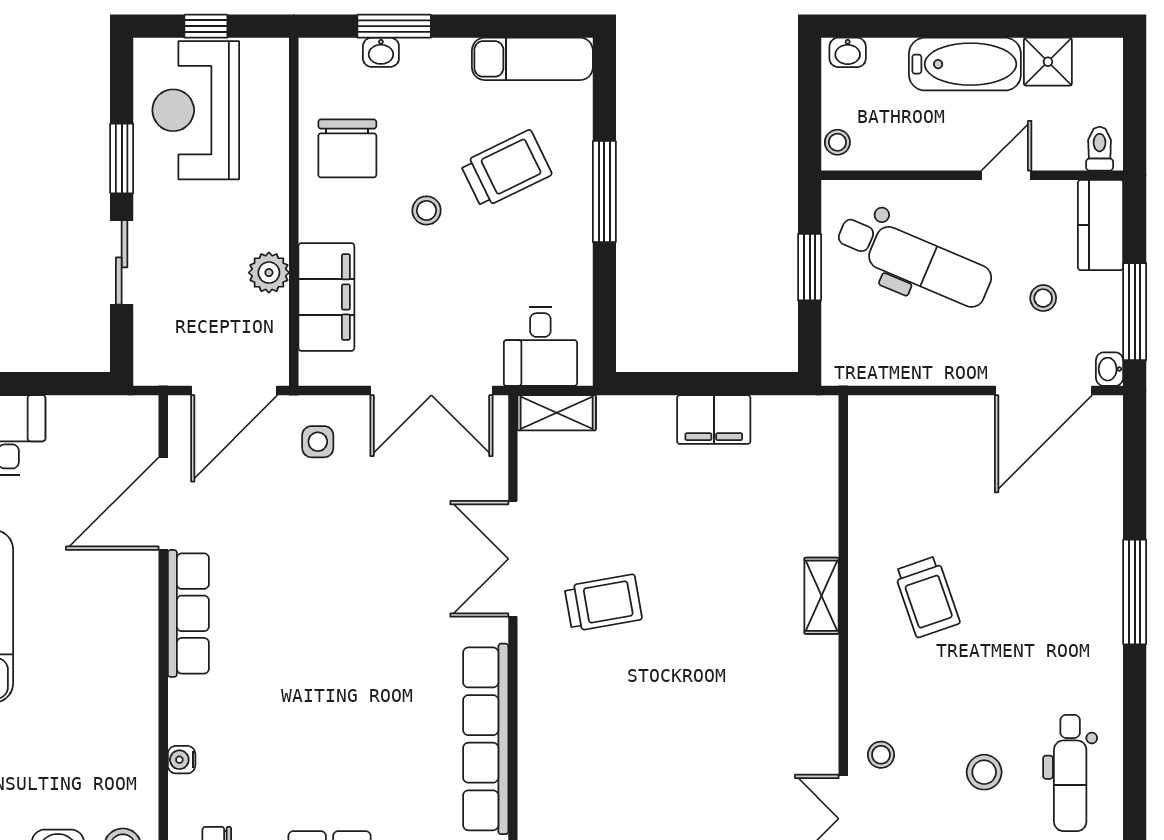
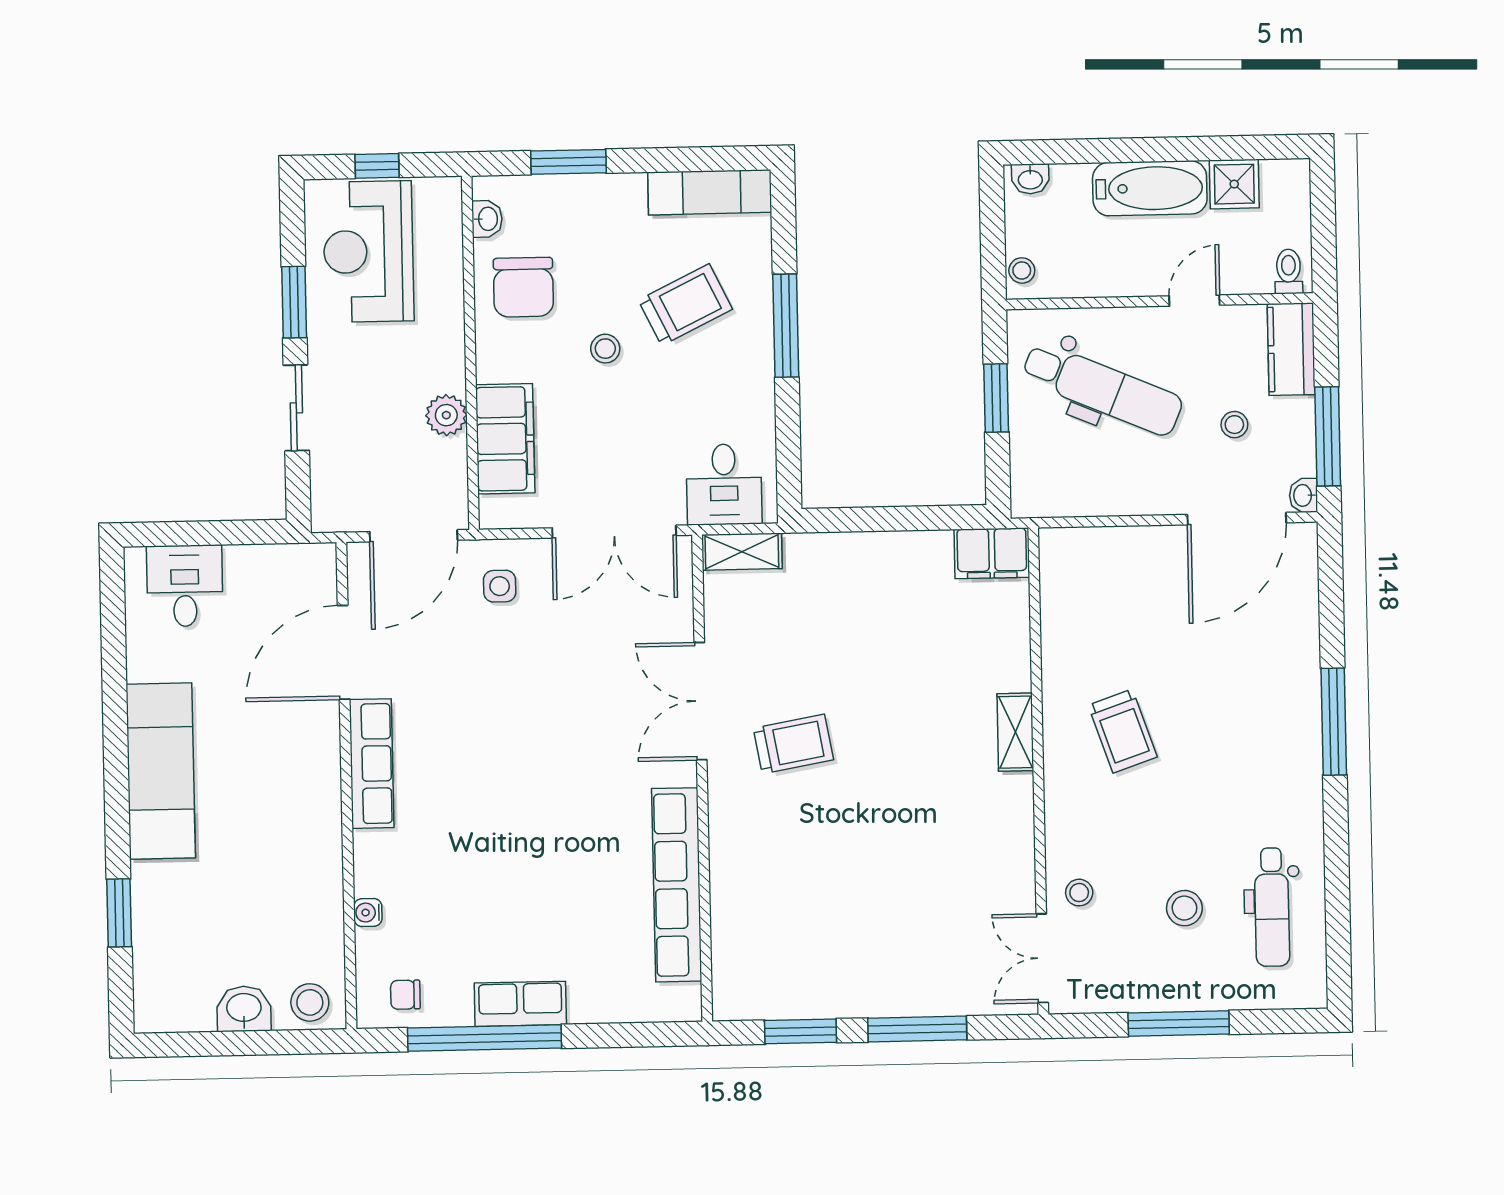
washbasin: (381, 52) -> (487, 219), moved, turned -90
filing cabinet: (714, 420) -> (992, 553), moved

